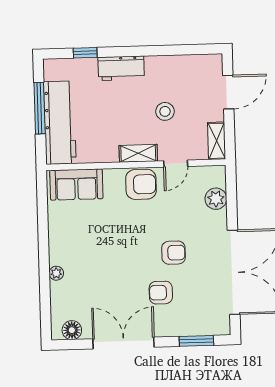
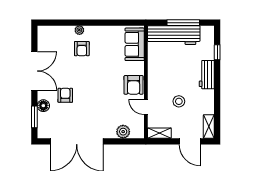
shelving: (138, 153) -> (209, 127), moved
armchair: (174, 253) -> (82, 49), moved
floor lamp: (72, 330) -> (43, 106), moved

